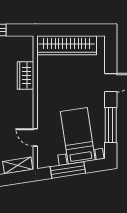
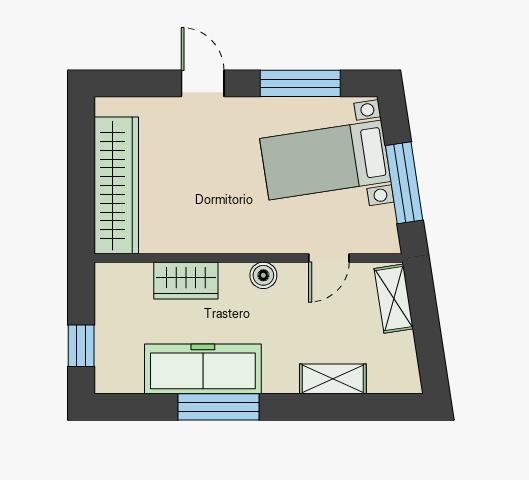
boiler: (28, 109) -> (263, 275), added

